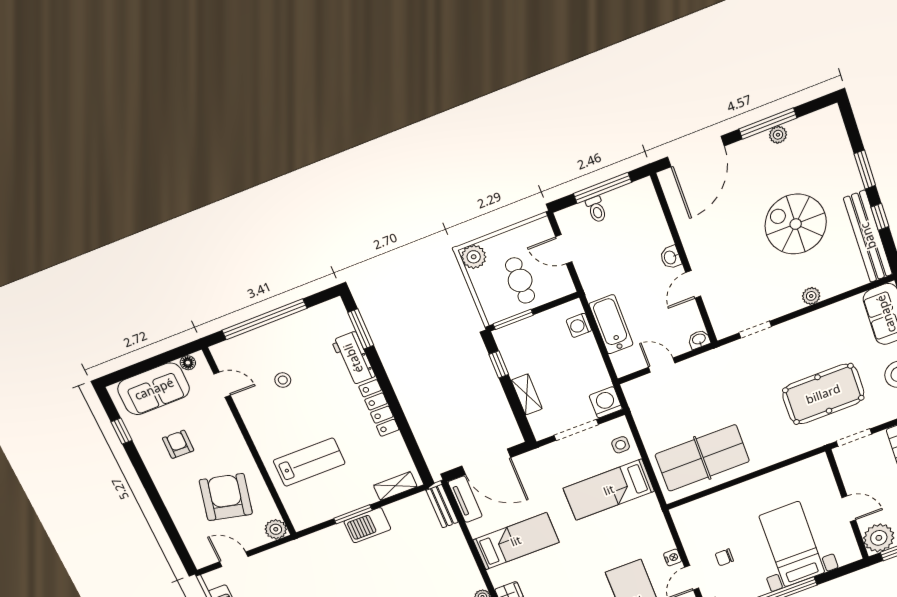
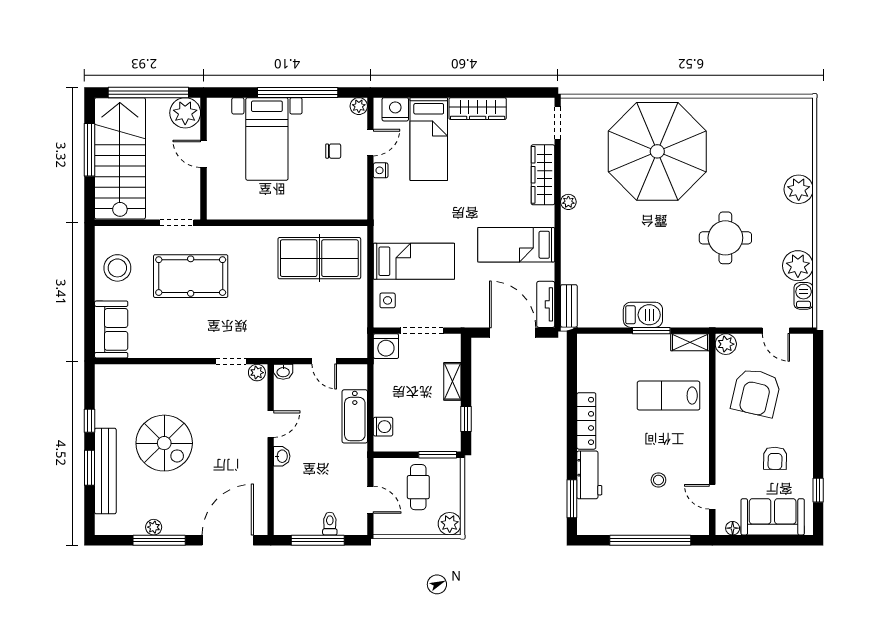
bench: (868, 236) -> (105, 471), moved
plant: (811, 296) -> (257, 373), moved
shelving: (395, 486) -> (690, 342), moved

